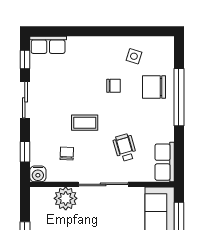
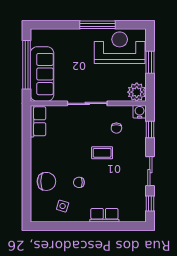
row of seats: (48, 45) -> (104, 215), moved
window: (179, 97) -> (26, 173), removed
wheelchair: (125, 148) -> (70, 133), removed
plant: (66, 198) -> (137, 92), moved

